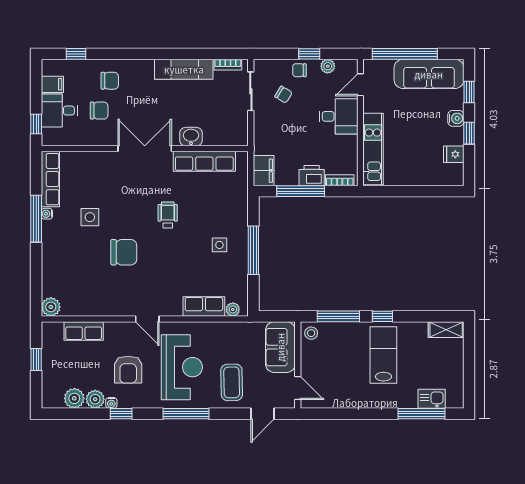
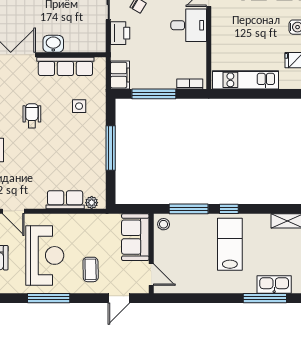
kitchen unit: (373, 149) -> (245, 80), moved, turned -90
printer: (312, 176) -> (120, 33), moved, turned 90
side table: (219, 245) -> (79, 106), moved
coffee table: (232, 382) -> (91, 269), width x0.73, depth x0.77
kitchen sink: (432, 399) -> (274, 284), width x1.38

